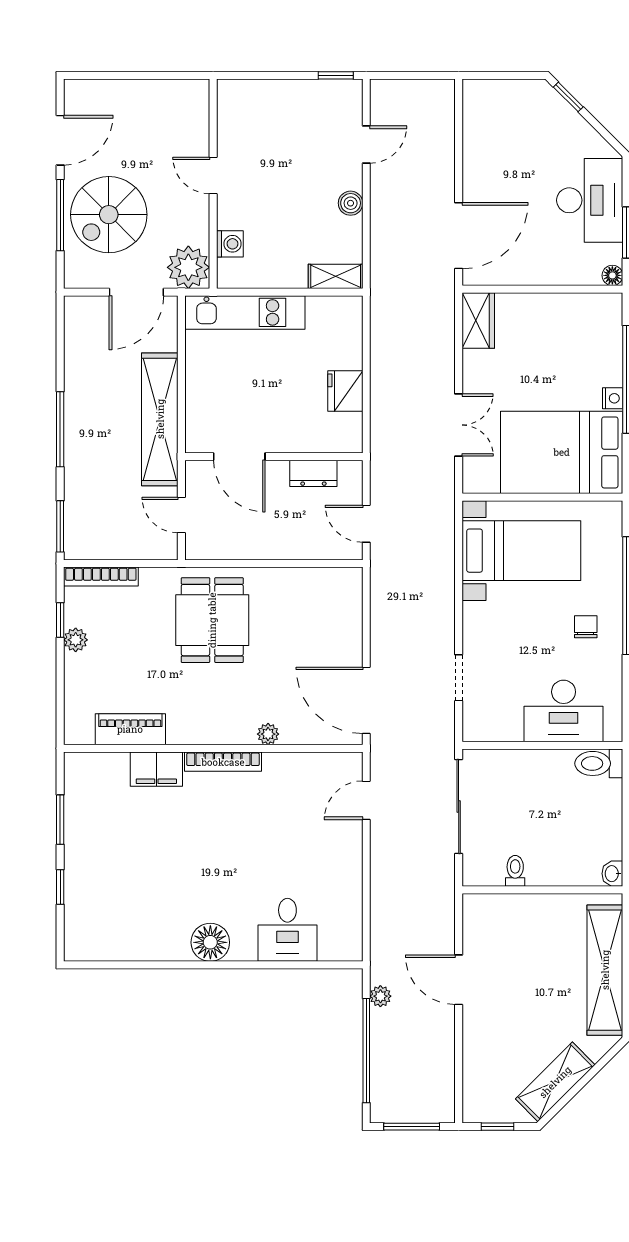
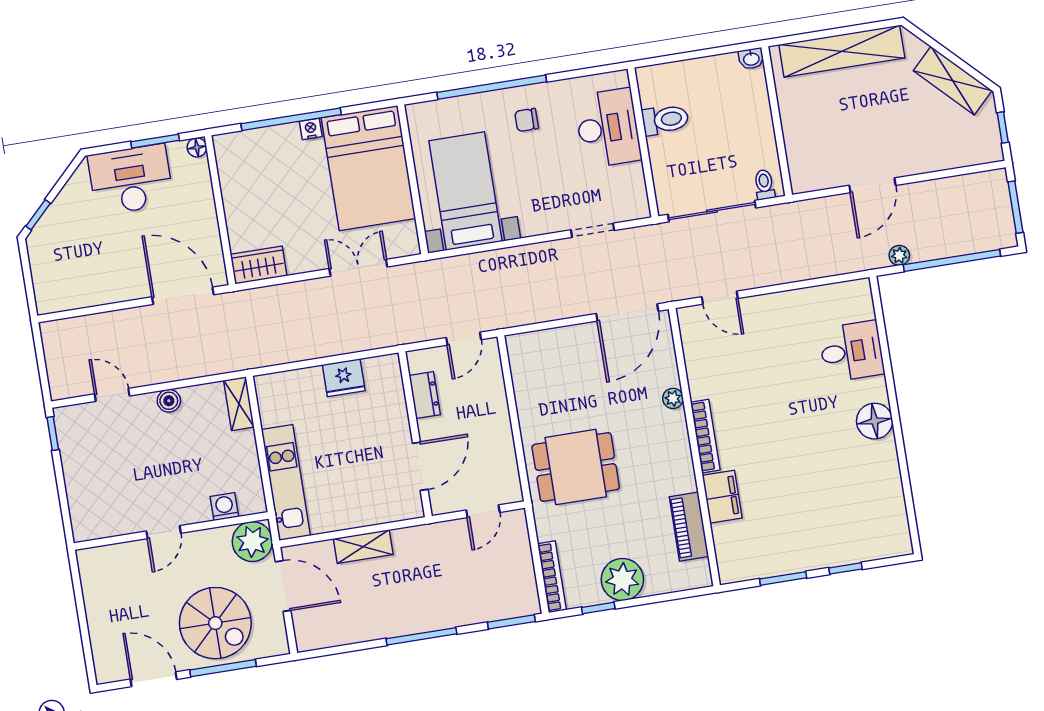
shelving: (160, 419) -> (363, 547), width x0.45, depth x0.75
plant: (76, 640) -> (622, 579), width x1.88, depth x1.88
toilet: (599, 763) -> (665, 120), moved, turned -90
toilet: (515, 871) -> (764, 185), moved, turned 90

